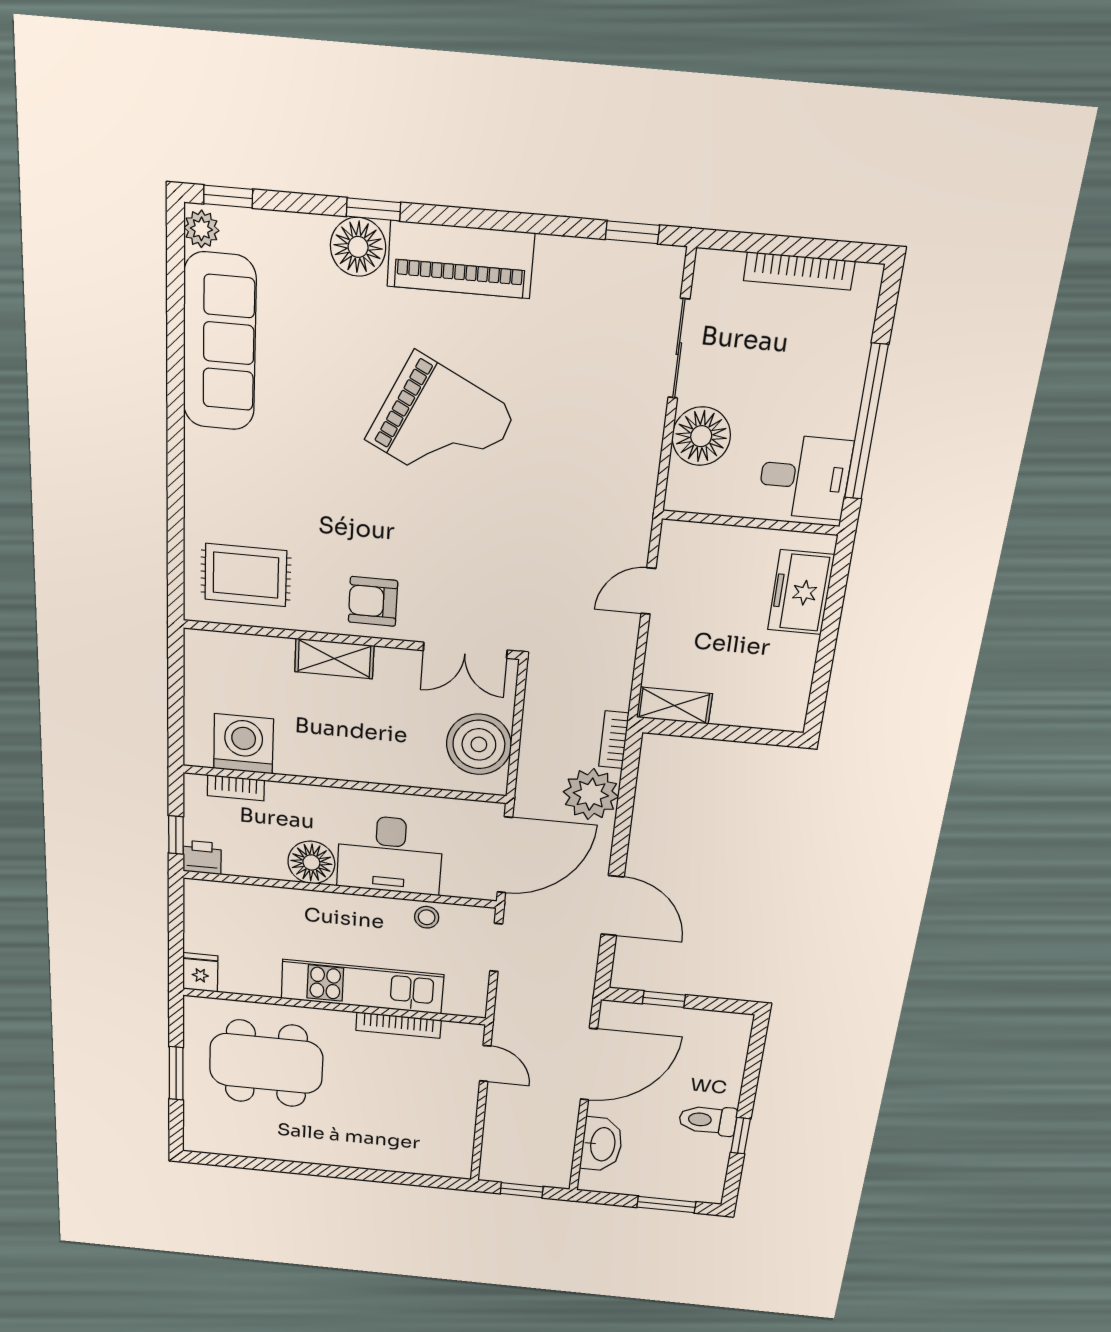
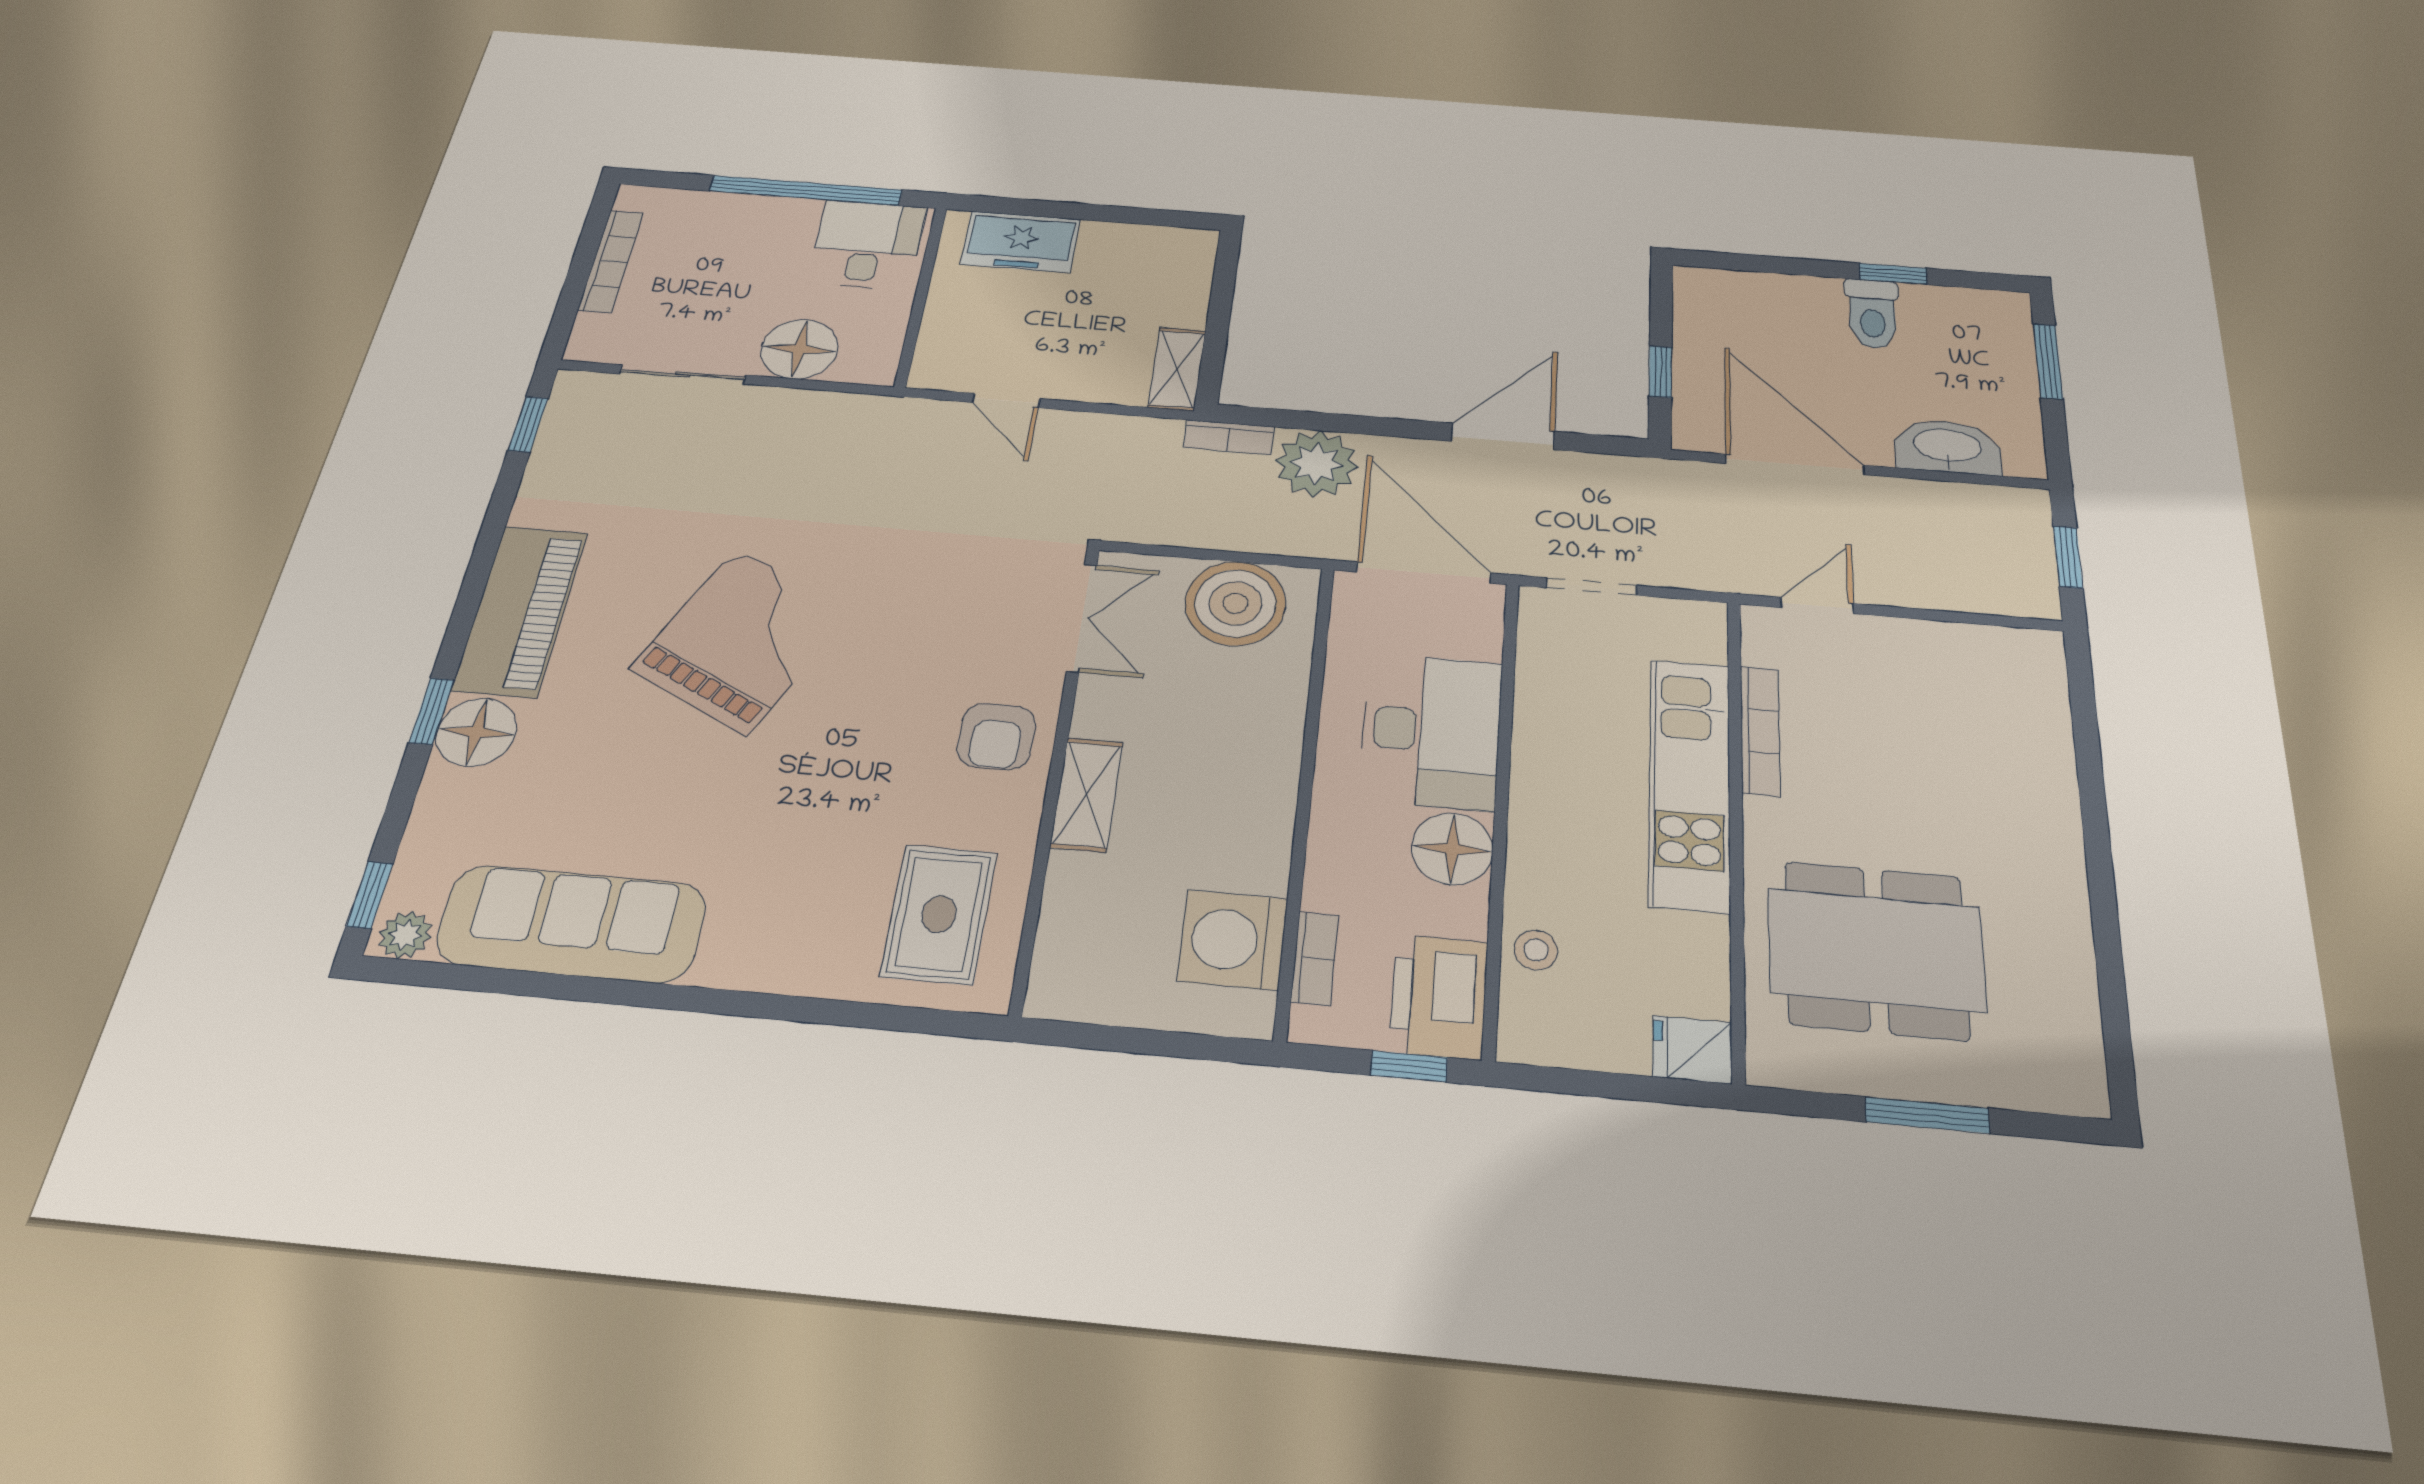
printer: (202, 857) -> (1439, 997), width x1.87, depth x1.48
stool: (427, 917) -> (1536, 950), moved
dining table: (266, 1063) -> (1876, 950), turned 90

